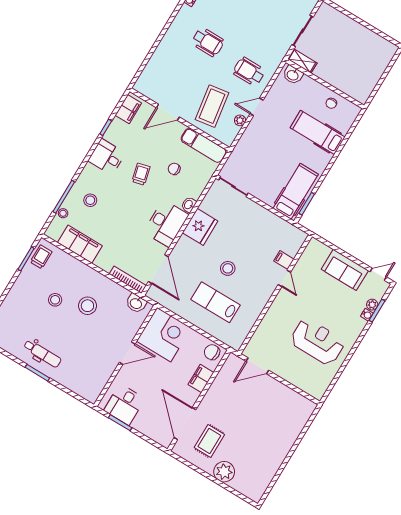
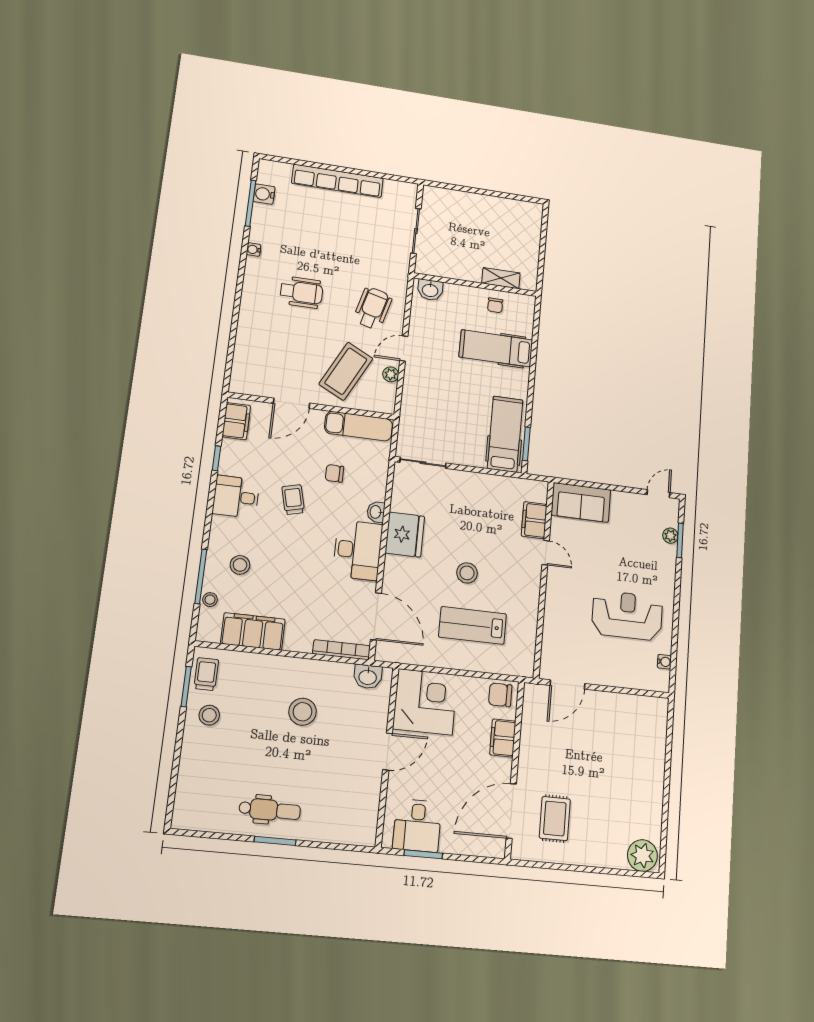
shelving: (302, 61) -> (501, 278), moved
wheelchair: (249, 72) -> (373, 308), turned 105
coffee table: (212, 106) -> (346, 371), turned 36
filing cabinet: (284, 260) -> (534, 520), width x2.00
sofa: (345, 270) -> (581, 502), moved
stool: (55, 300) -> (209, 715), moved
water cooler: (367, 315) -> (664, 662), moved
door: (185, 424) -> (511, 811), hinge flipped
plant: (224, 472) -> (642, 856), moved

